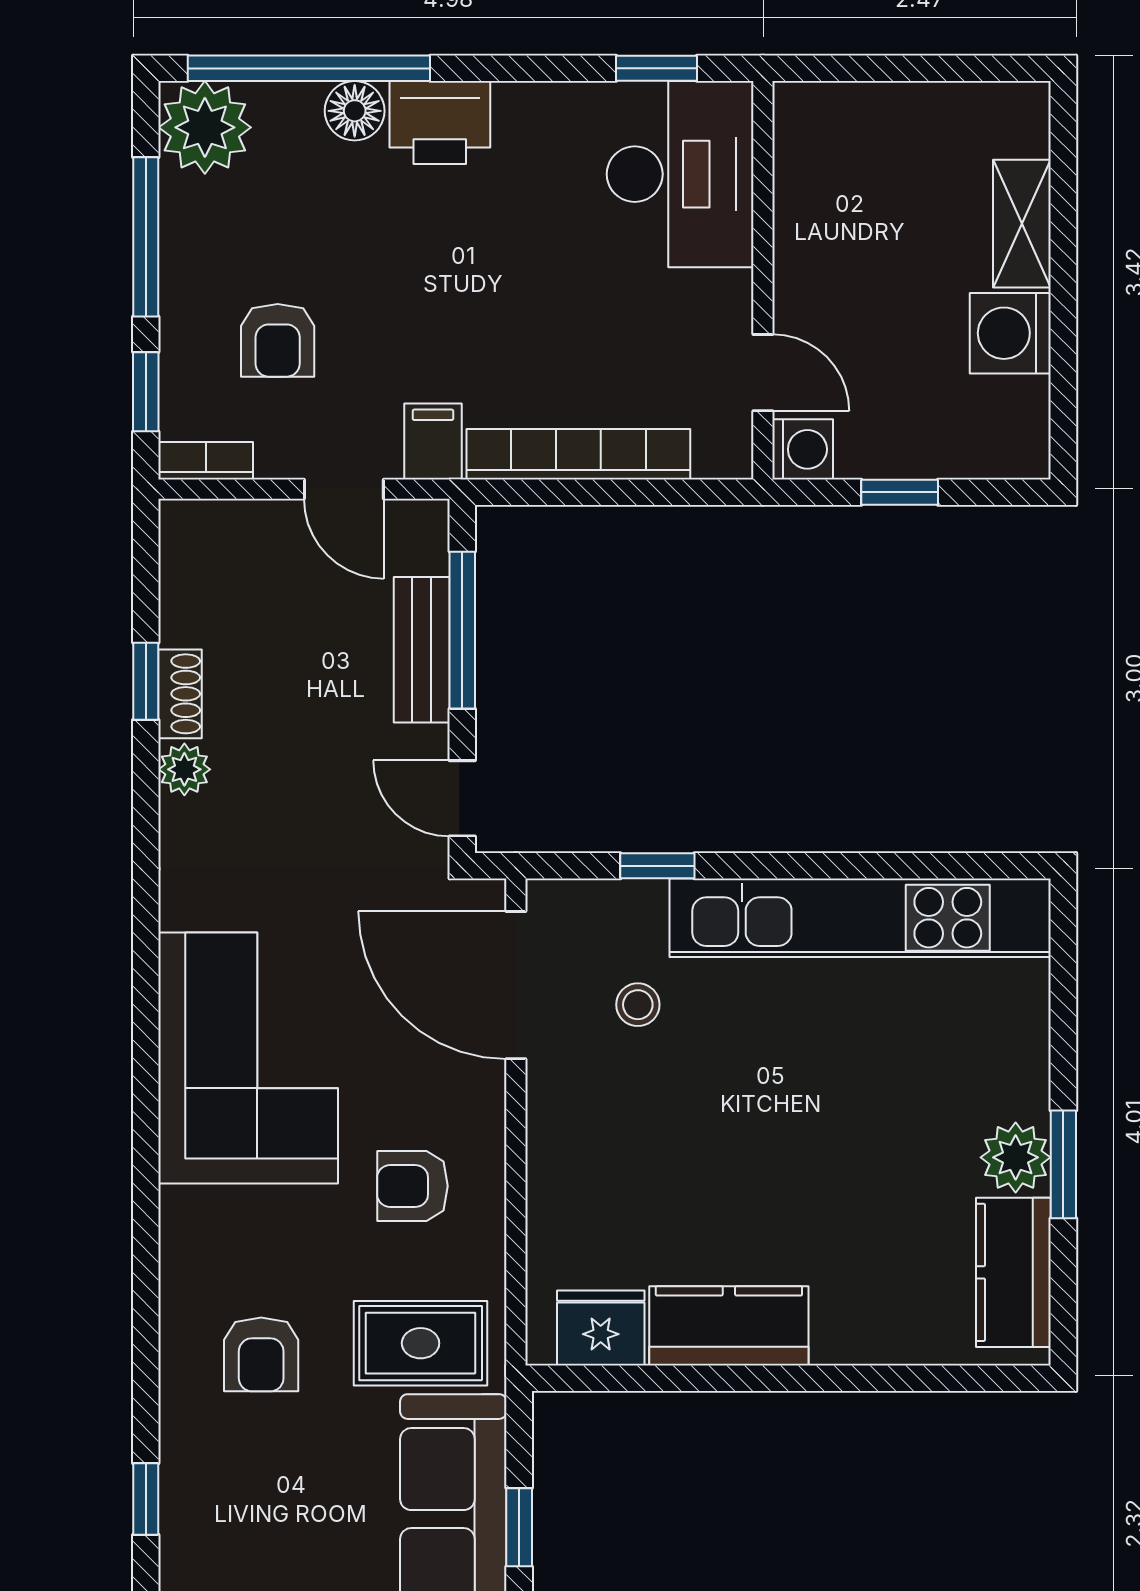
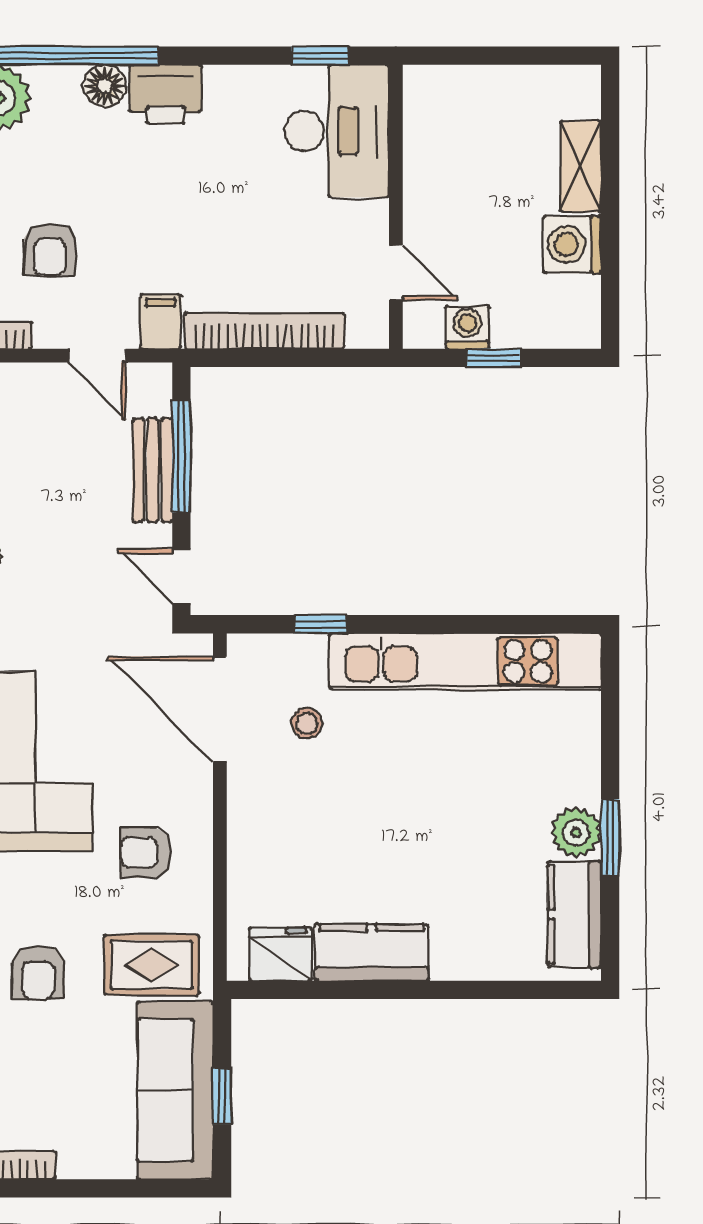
washing machine: (803, 449) -> (467, 327), moved, turned -90

